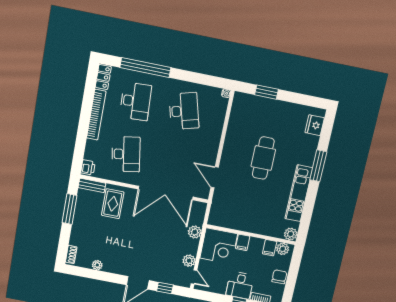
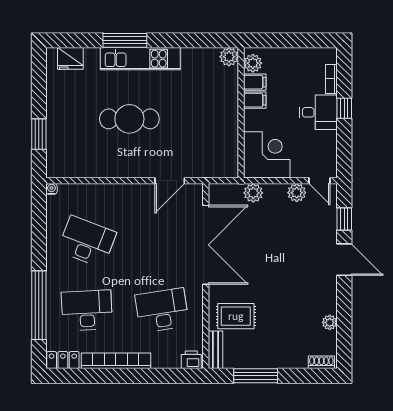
desk: (184, 111) -> (87, 242), turned 36
kitchen unit: (299, 193) -> (140, 59), moved
filing cabinet: (243, 242) -> (255, 100), moved
door: (194, 277) -> (319, 181), swing flipped
chair: (279, 277) -> (294, 59), removed

